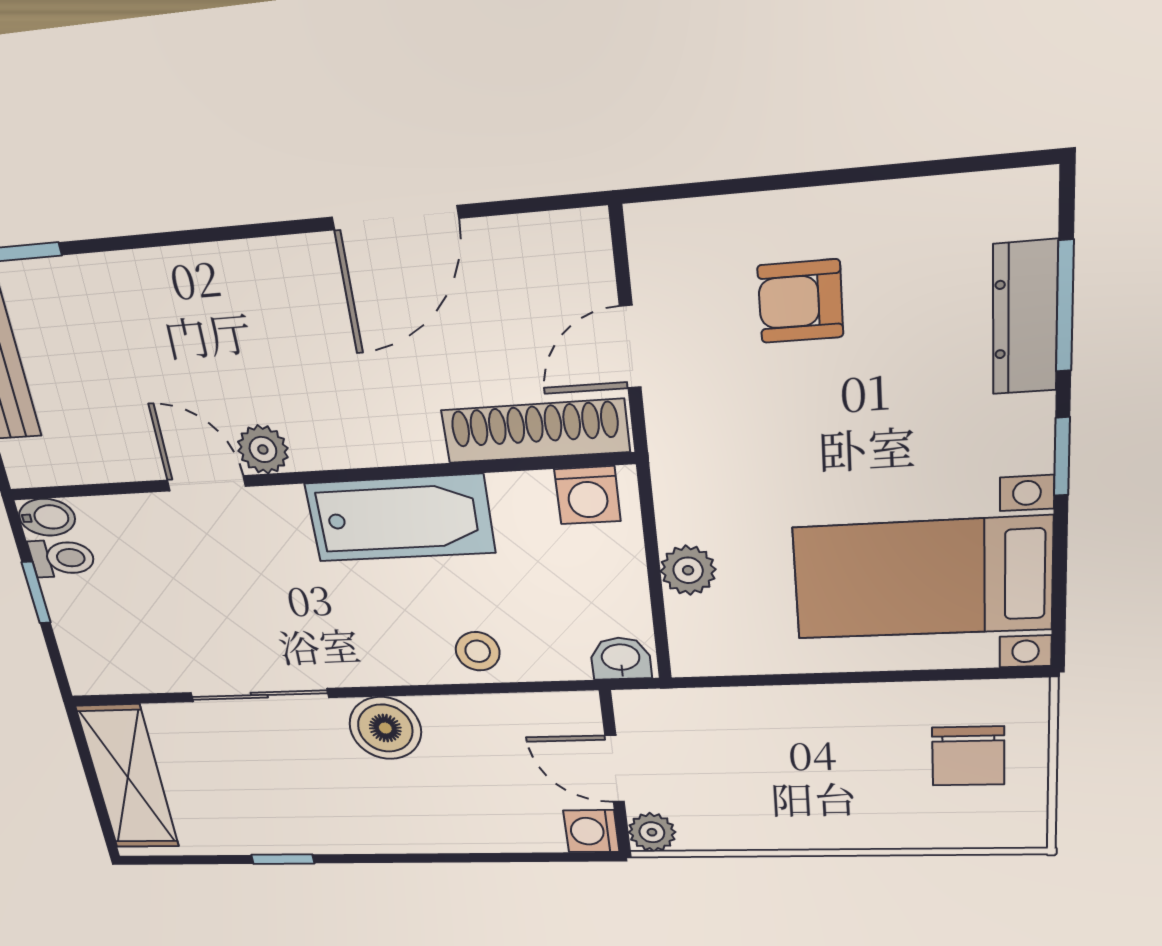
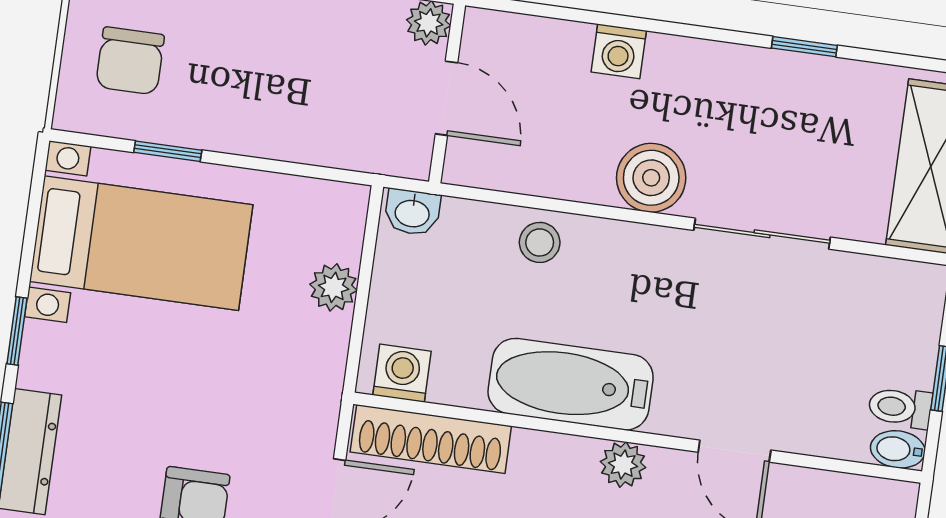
plant: (263, 449) -> (623, 465), moved
window: (908, 676) -> (168, 151), added
chair: (968, 756) -> (130, 61), turned 180
washing machine: (591, 831) -> (619, 51), moved, turned 90

